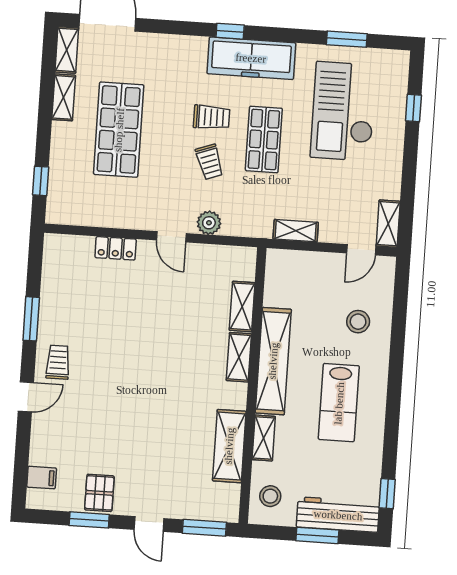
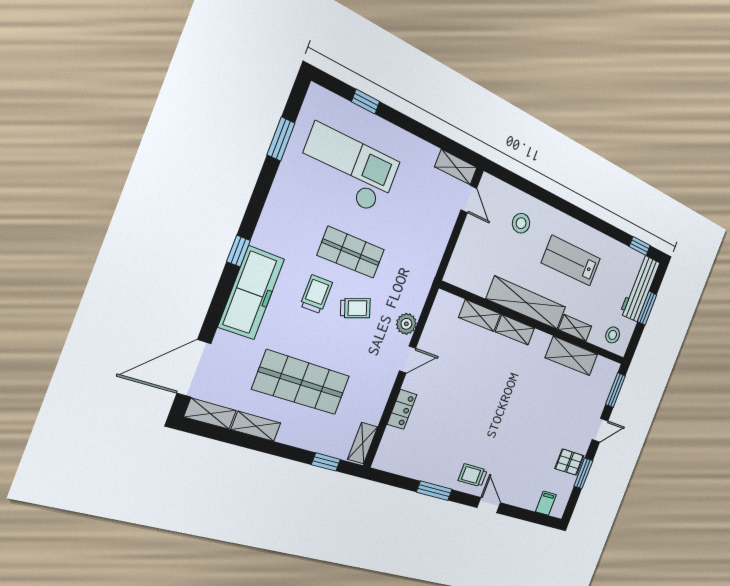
freezer: (251, 58) -> (251, 293), moved
checkout: (343, 111) -> (348, 169), turned 180
shelving: (296, 231) -> (363, 443), moved
lab bench: (339, 403) -> (571, 261), turned 180

